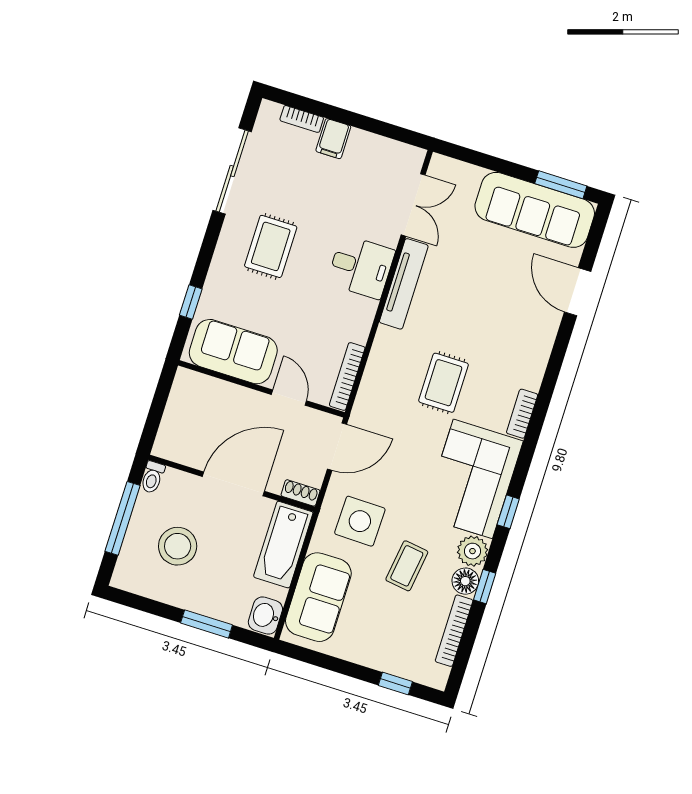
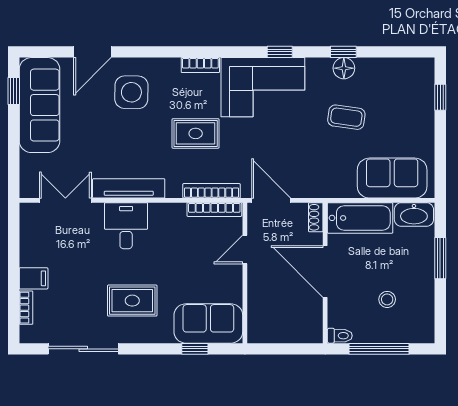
window: (561, 185) -> (14, 91), width x0.67
sofa: (233, 352) -> (208, 323), moved, turned 90
side table: (360, 521) -> (131, 92), moved
stool: (178, 546) -> (387, 299), width x0.53, depth x0.53
plant: (472, 551) -> (319, 70), removed
washbasin: (265, 616) -> (414, 215), width x1.38
bookcase: (454, 631) -> (212, 191), moved, turned 180

